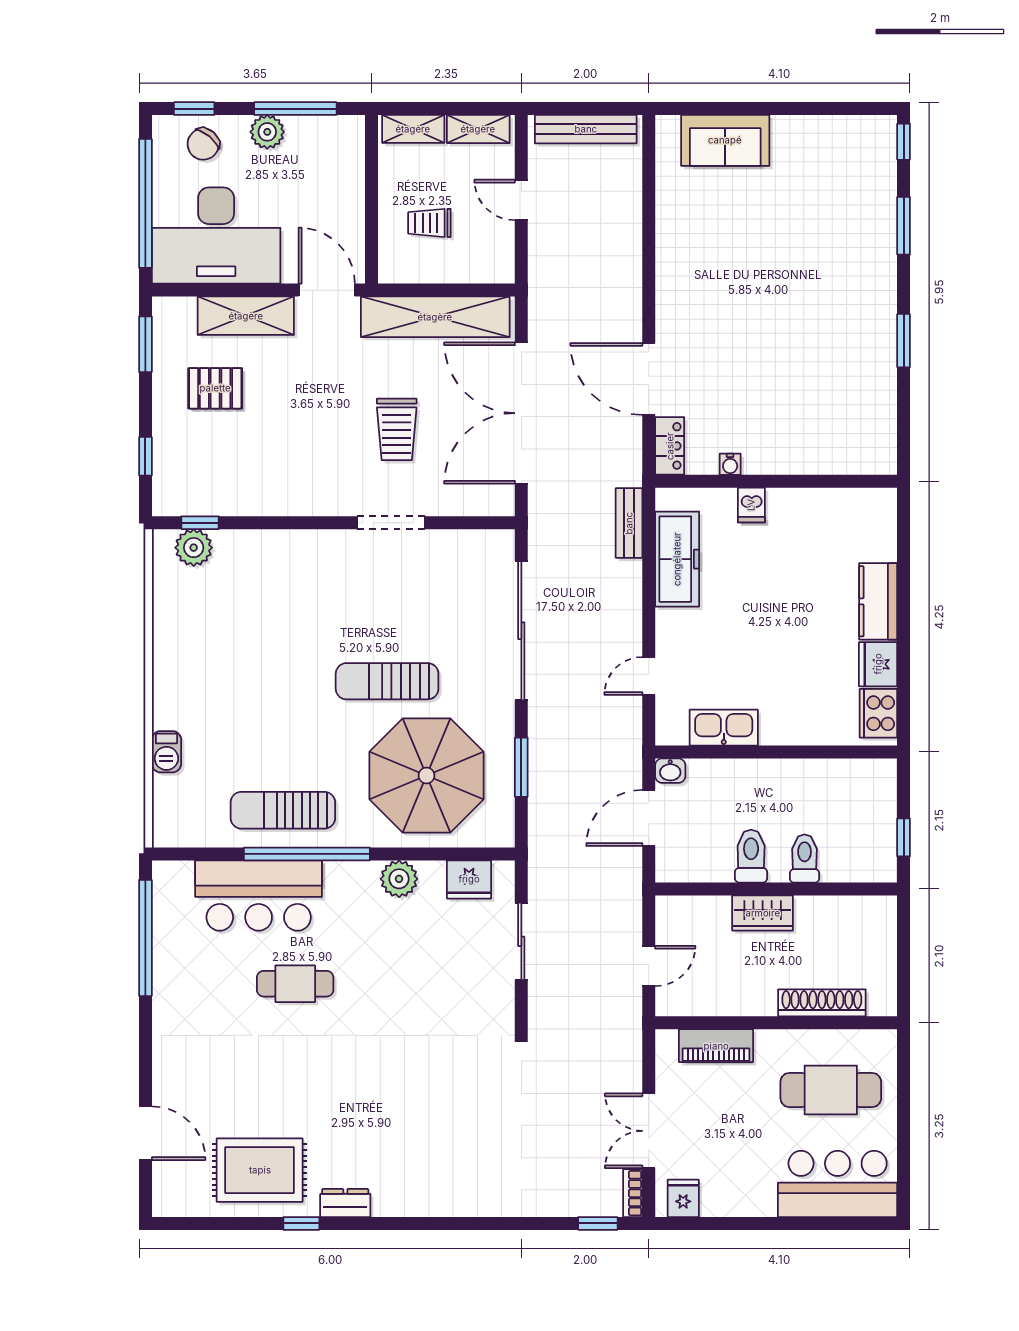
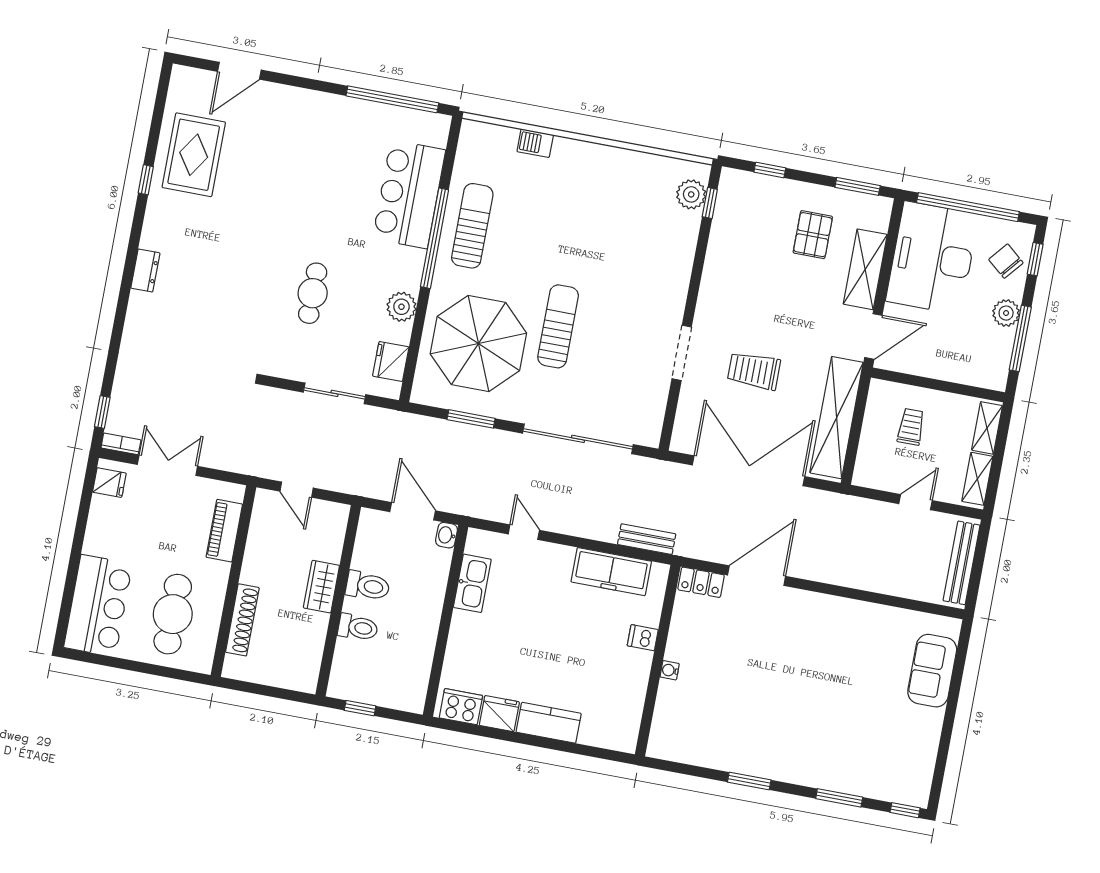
water cooler: (730, 464) -> (670, 670), moved
cafe table: (295, 984) -> (313, 293), moved
dresser: (345, 1203) -> (145, 271), moved

